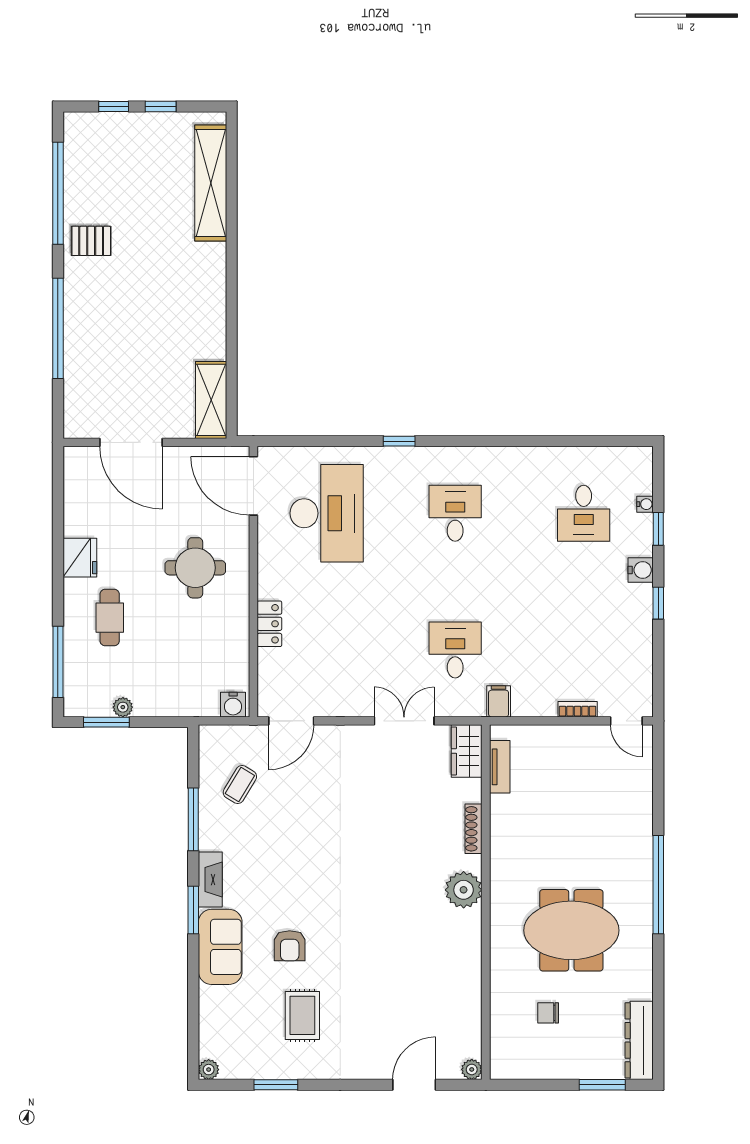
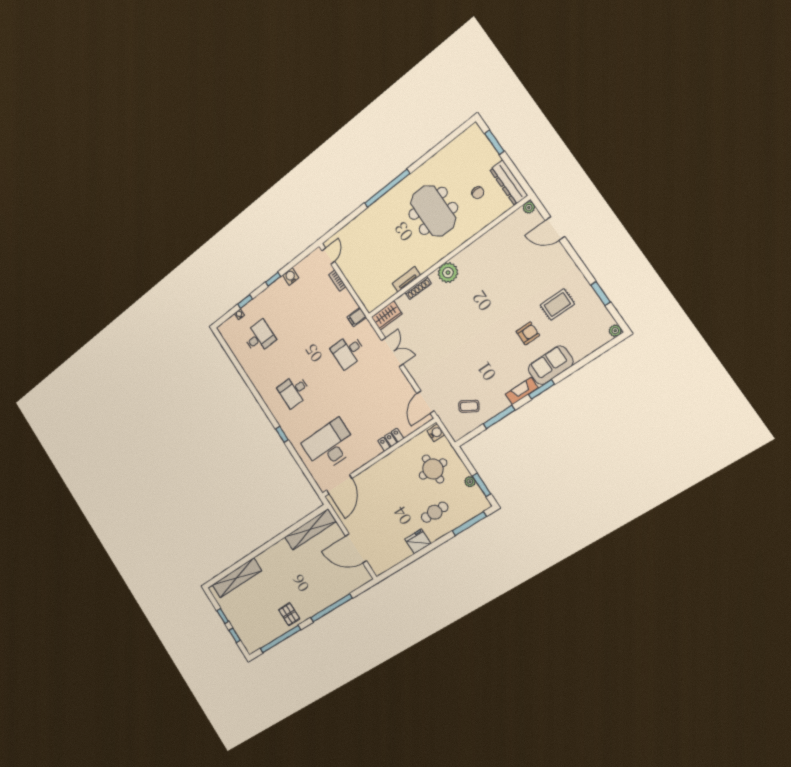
shelving: (211, 400) -> (310, 529), width x1.47
door: (131, 442) -> (356, 549), swing flipped
round table: (195, 568) -> (433, 469), moved
water cooler: (641, 570) -> (291, 276), moved
door: (291, 721) -> (426, 402), swing flipped
double door: (404, 721) -> (392, 352), swing flipped
tv unit: (500, 767) -> (406, 279), moved
dresser: (639, 1040) -> (509, 183), moved, turned 90

